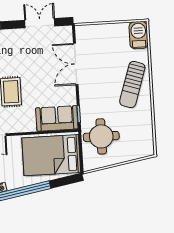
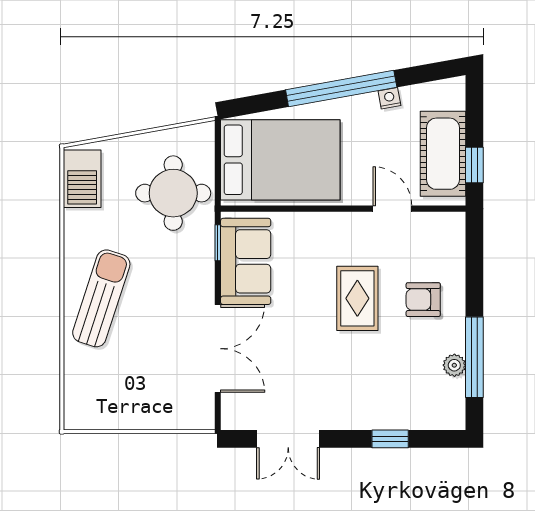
barbecue: (139, 35) -> (82, 179), moved
sofa: (57, 118) -> (246, 261), moved, turned -90

